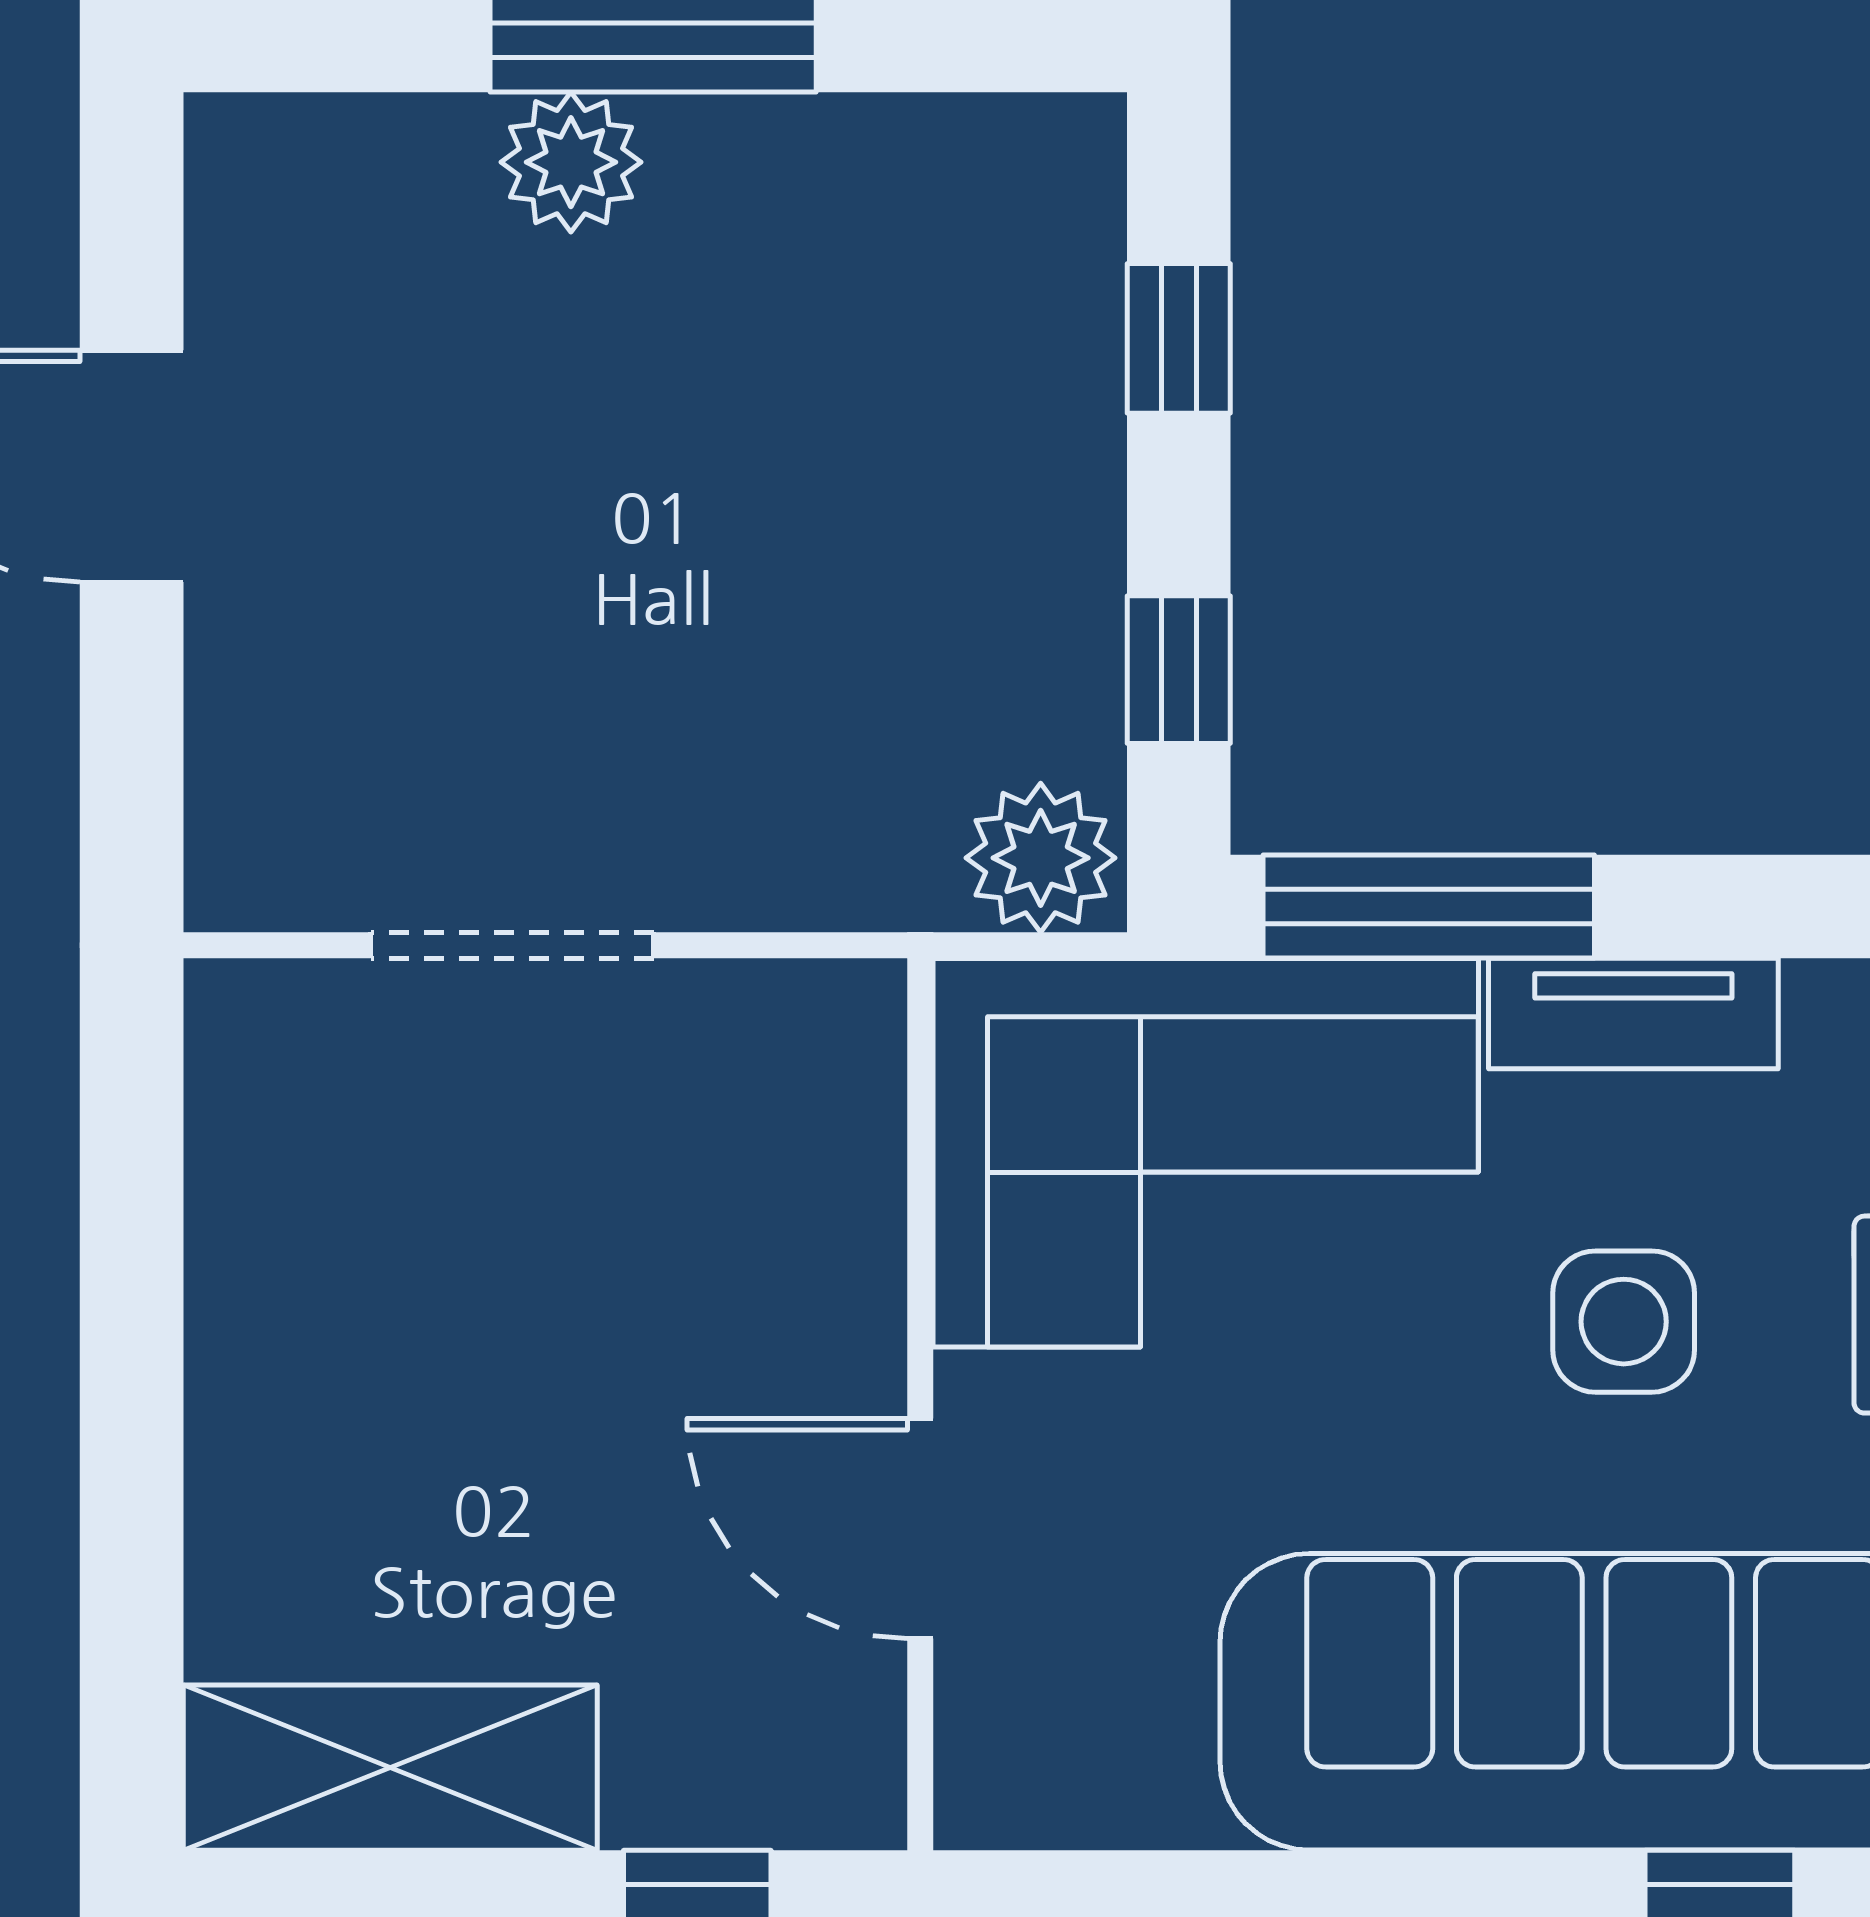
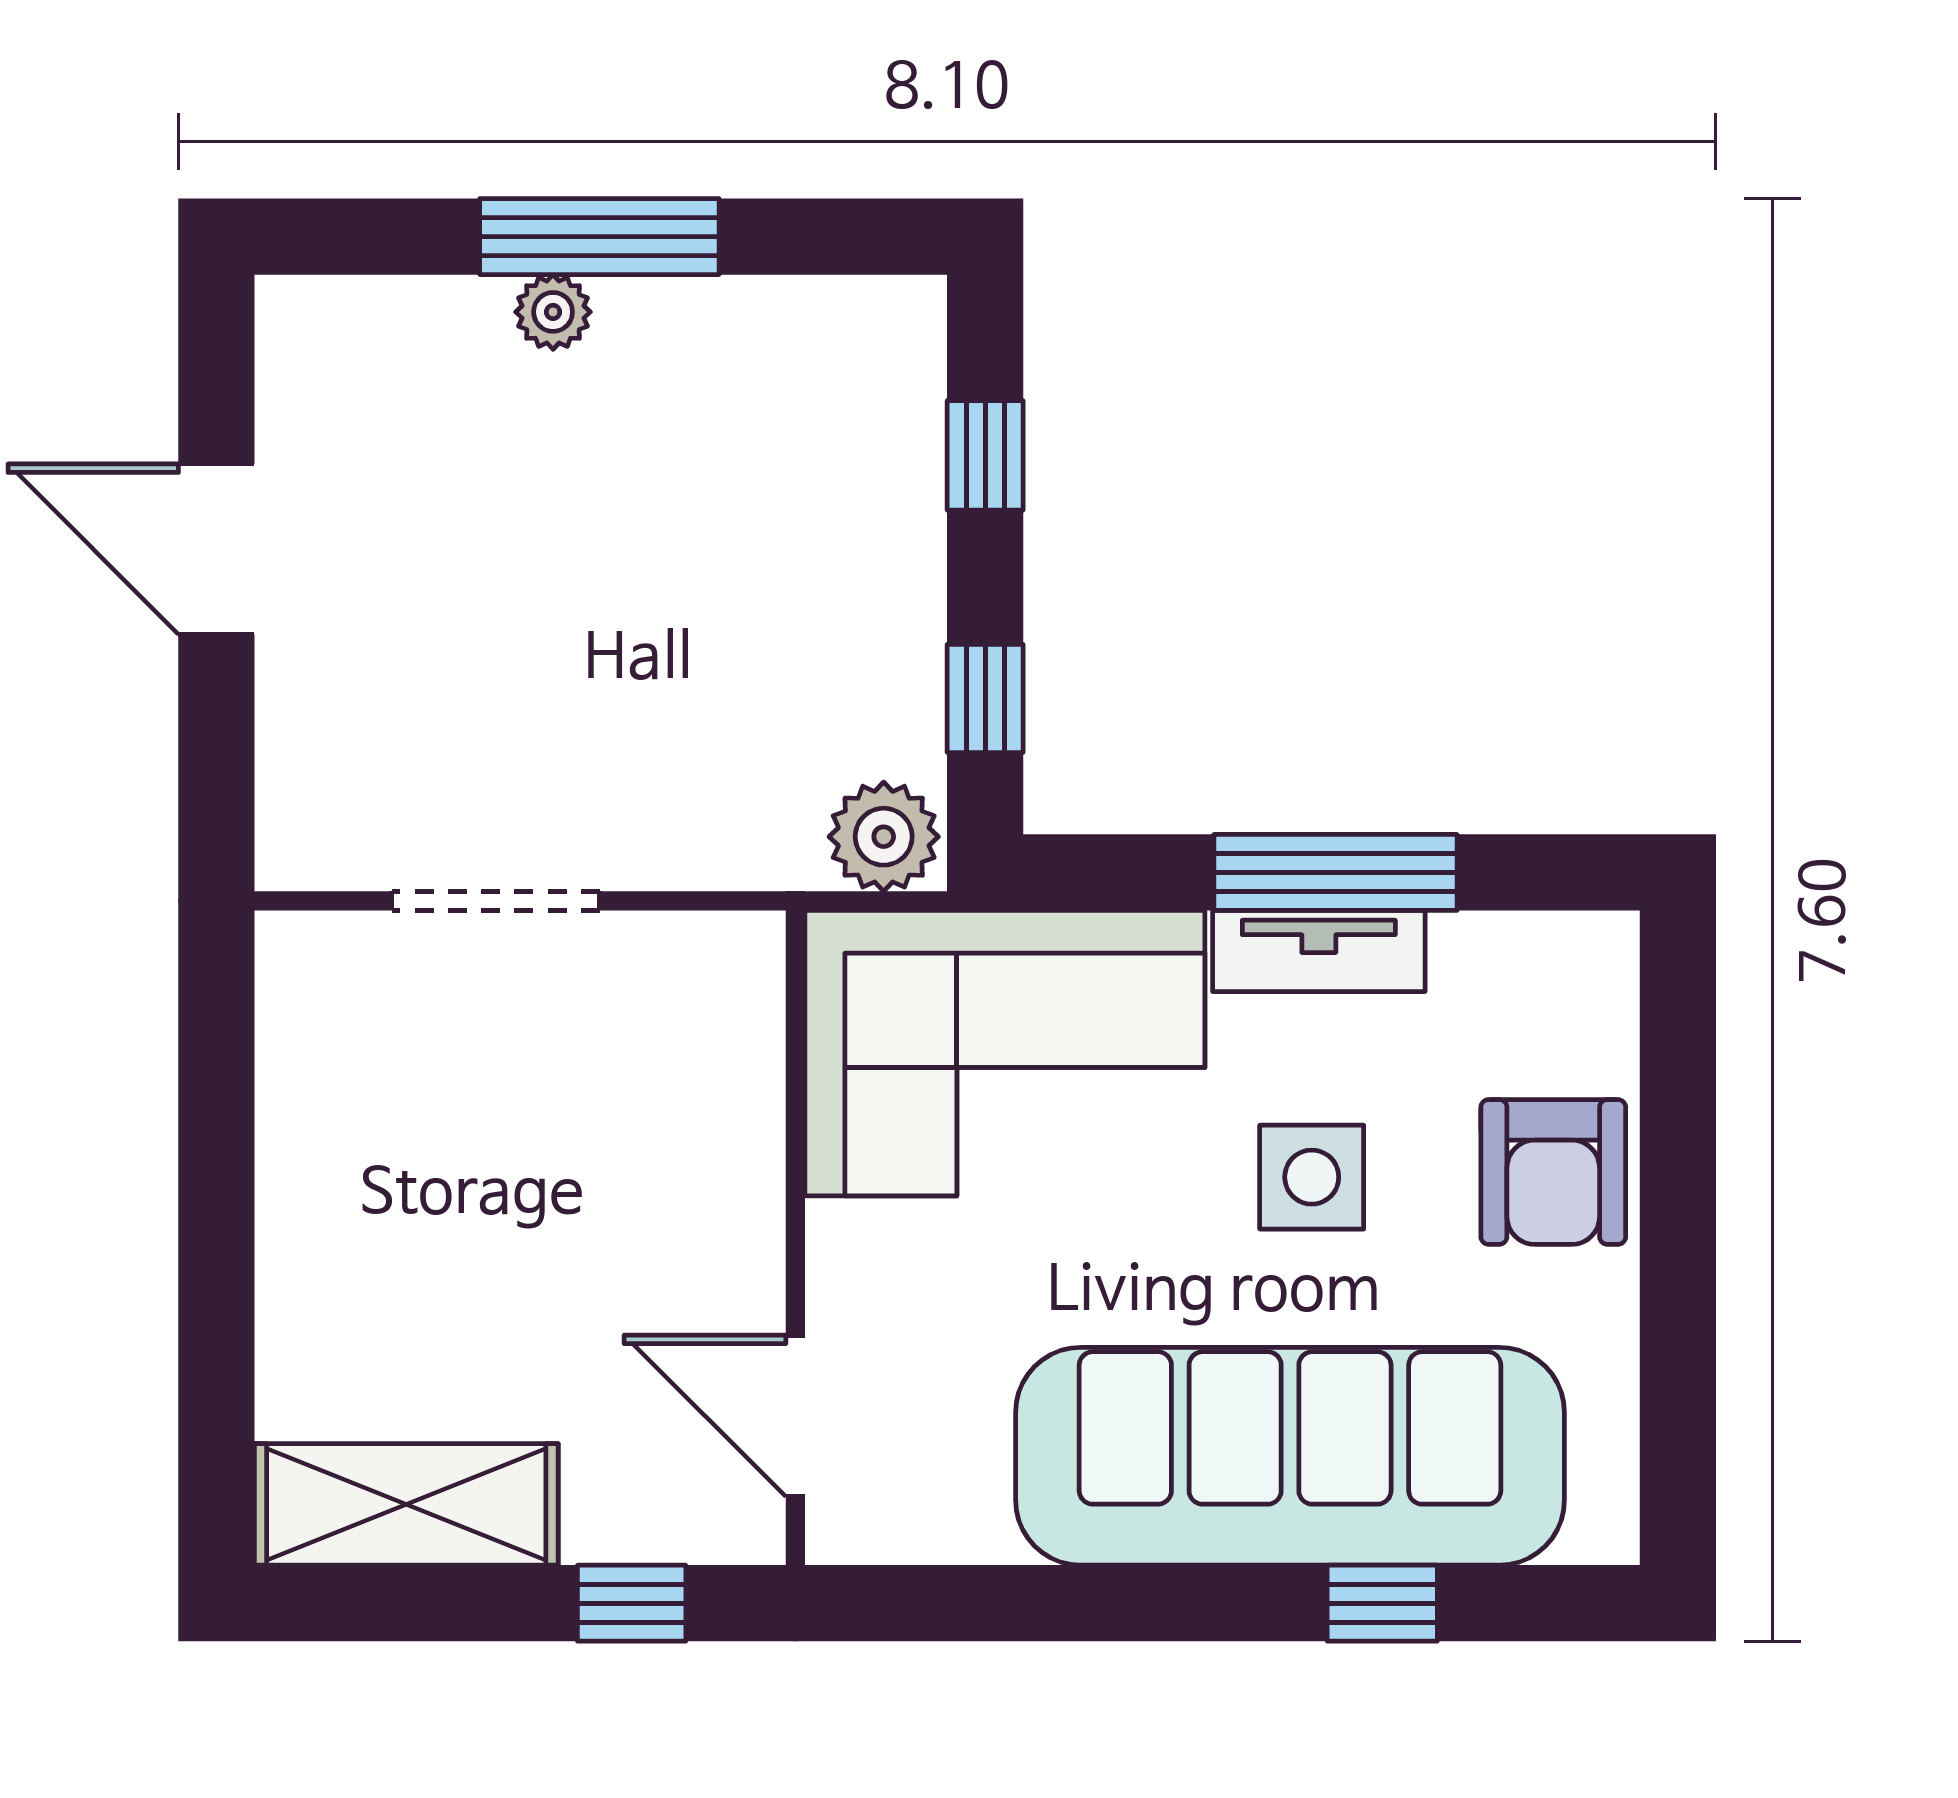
plant: (571, 162) -> (553, 312), width x0.73, depth x0.73
window: (1429, 907) -> (1335, 872), moved
door: (920, 1528) -> (795, 1416), moved

